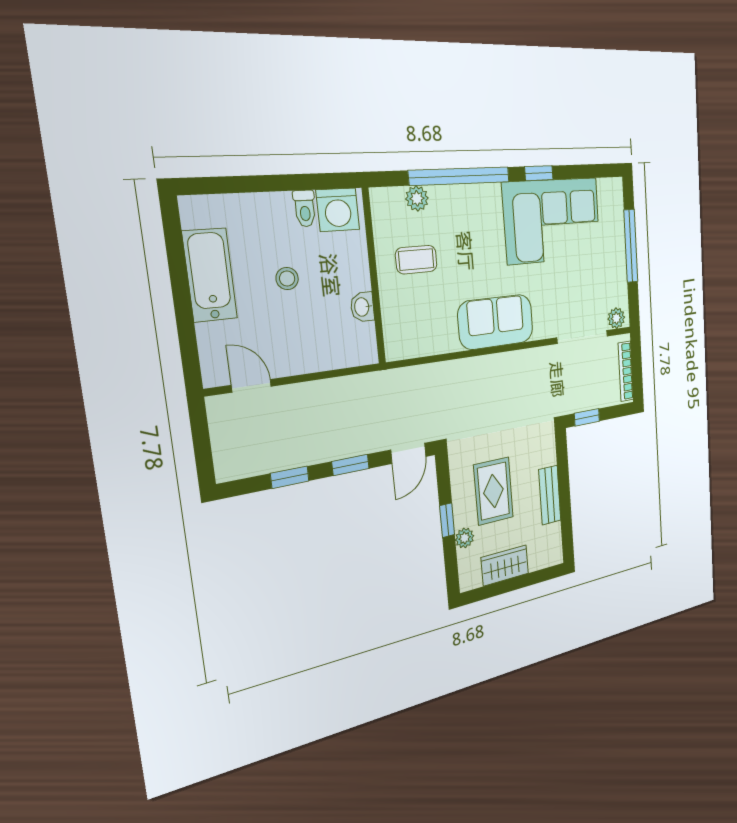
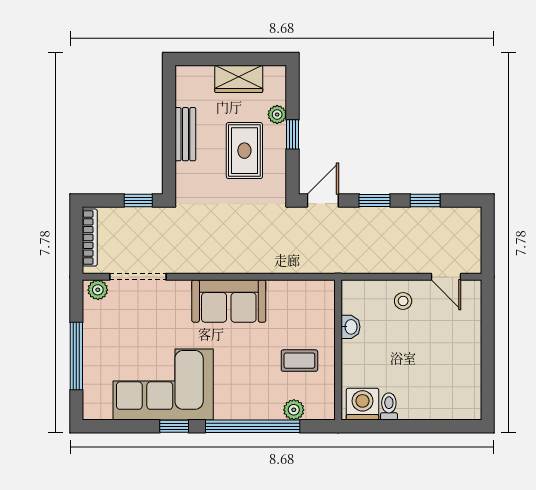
bathtub: (210, 275) -> (466, 362), removed
stool: (287, 279) -> (403, 301), moved

